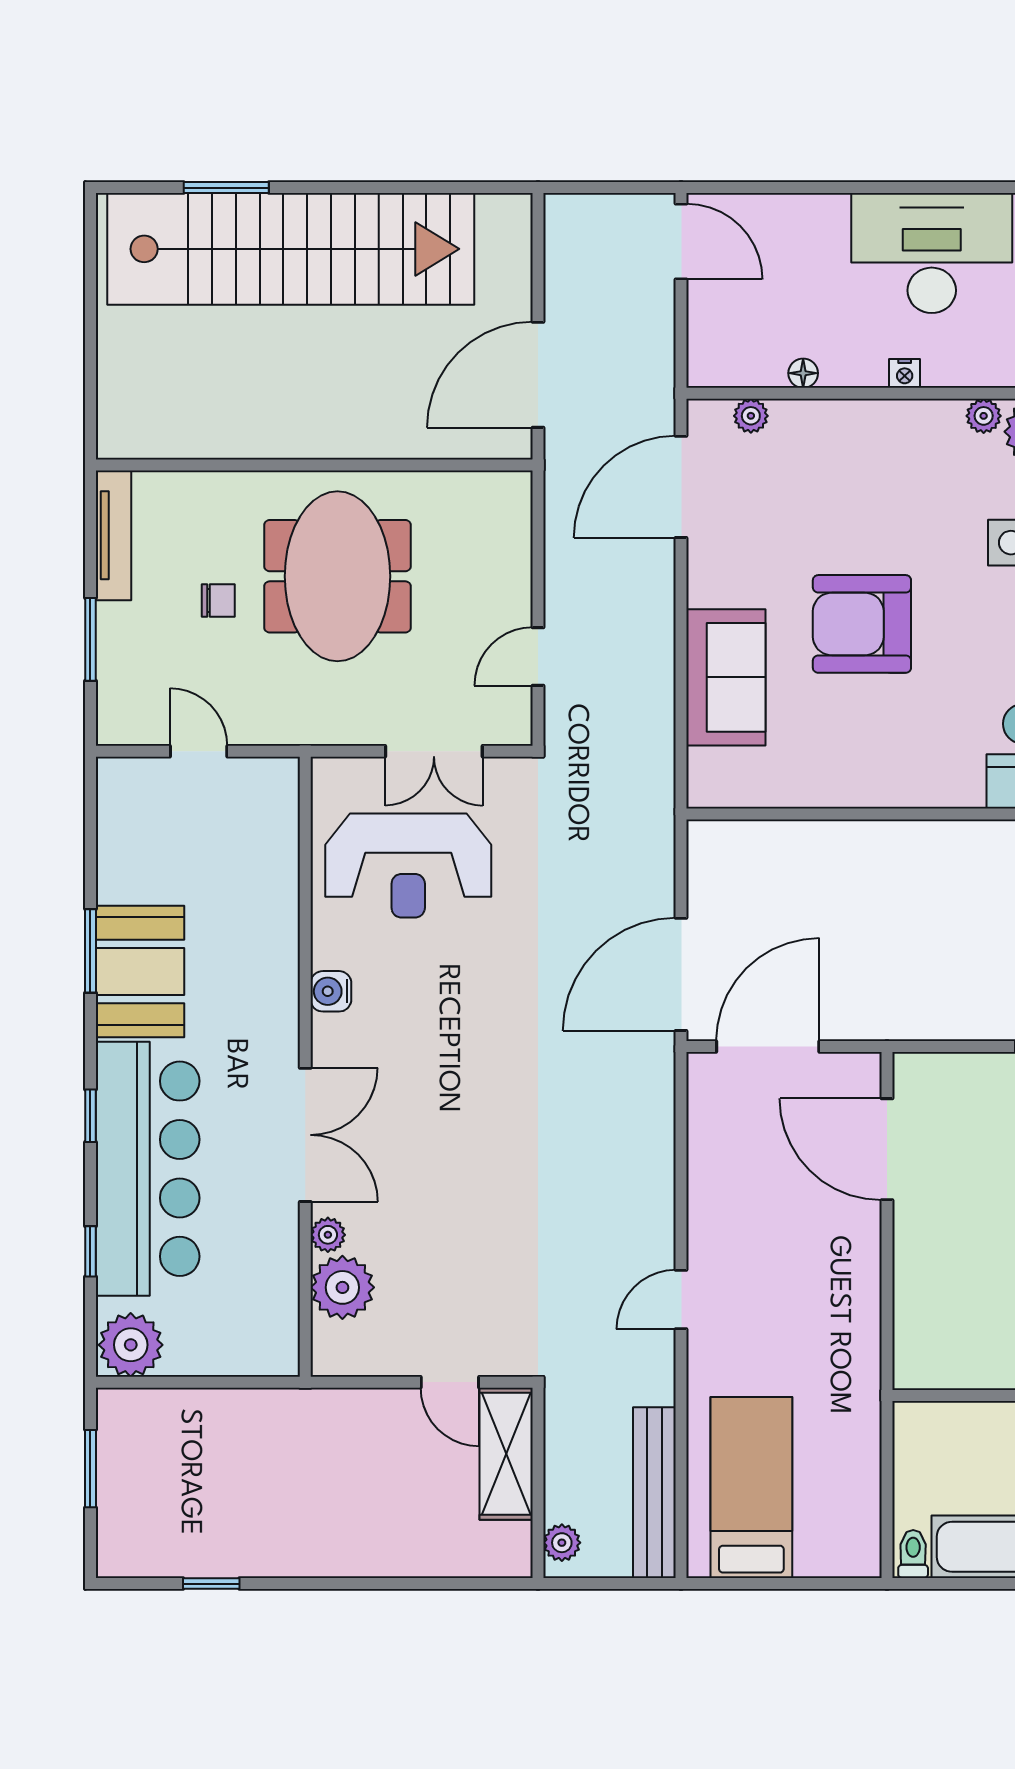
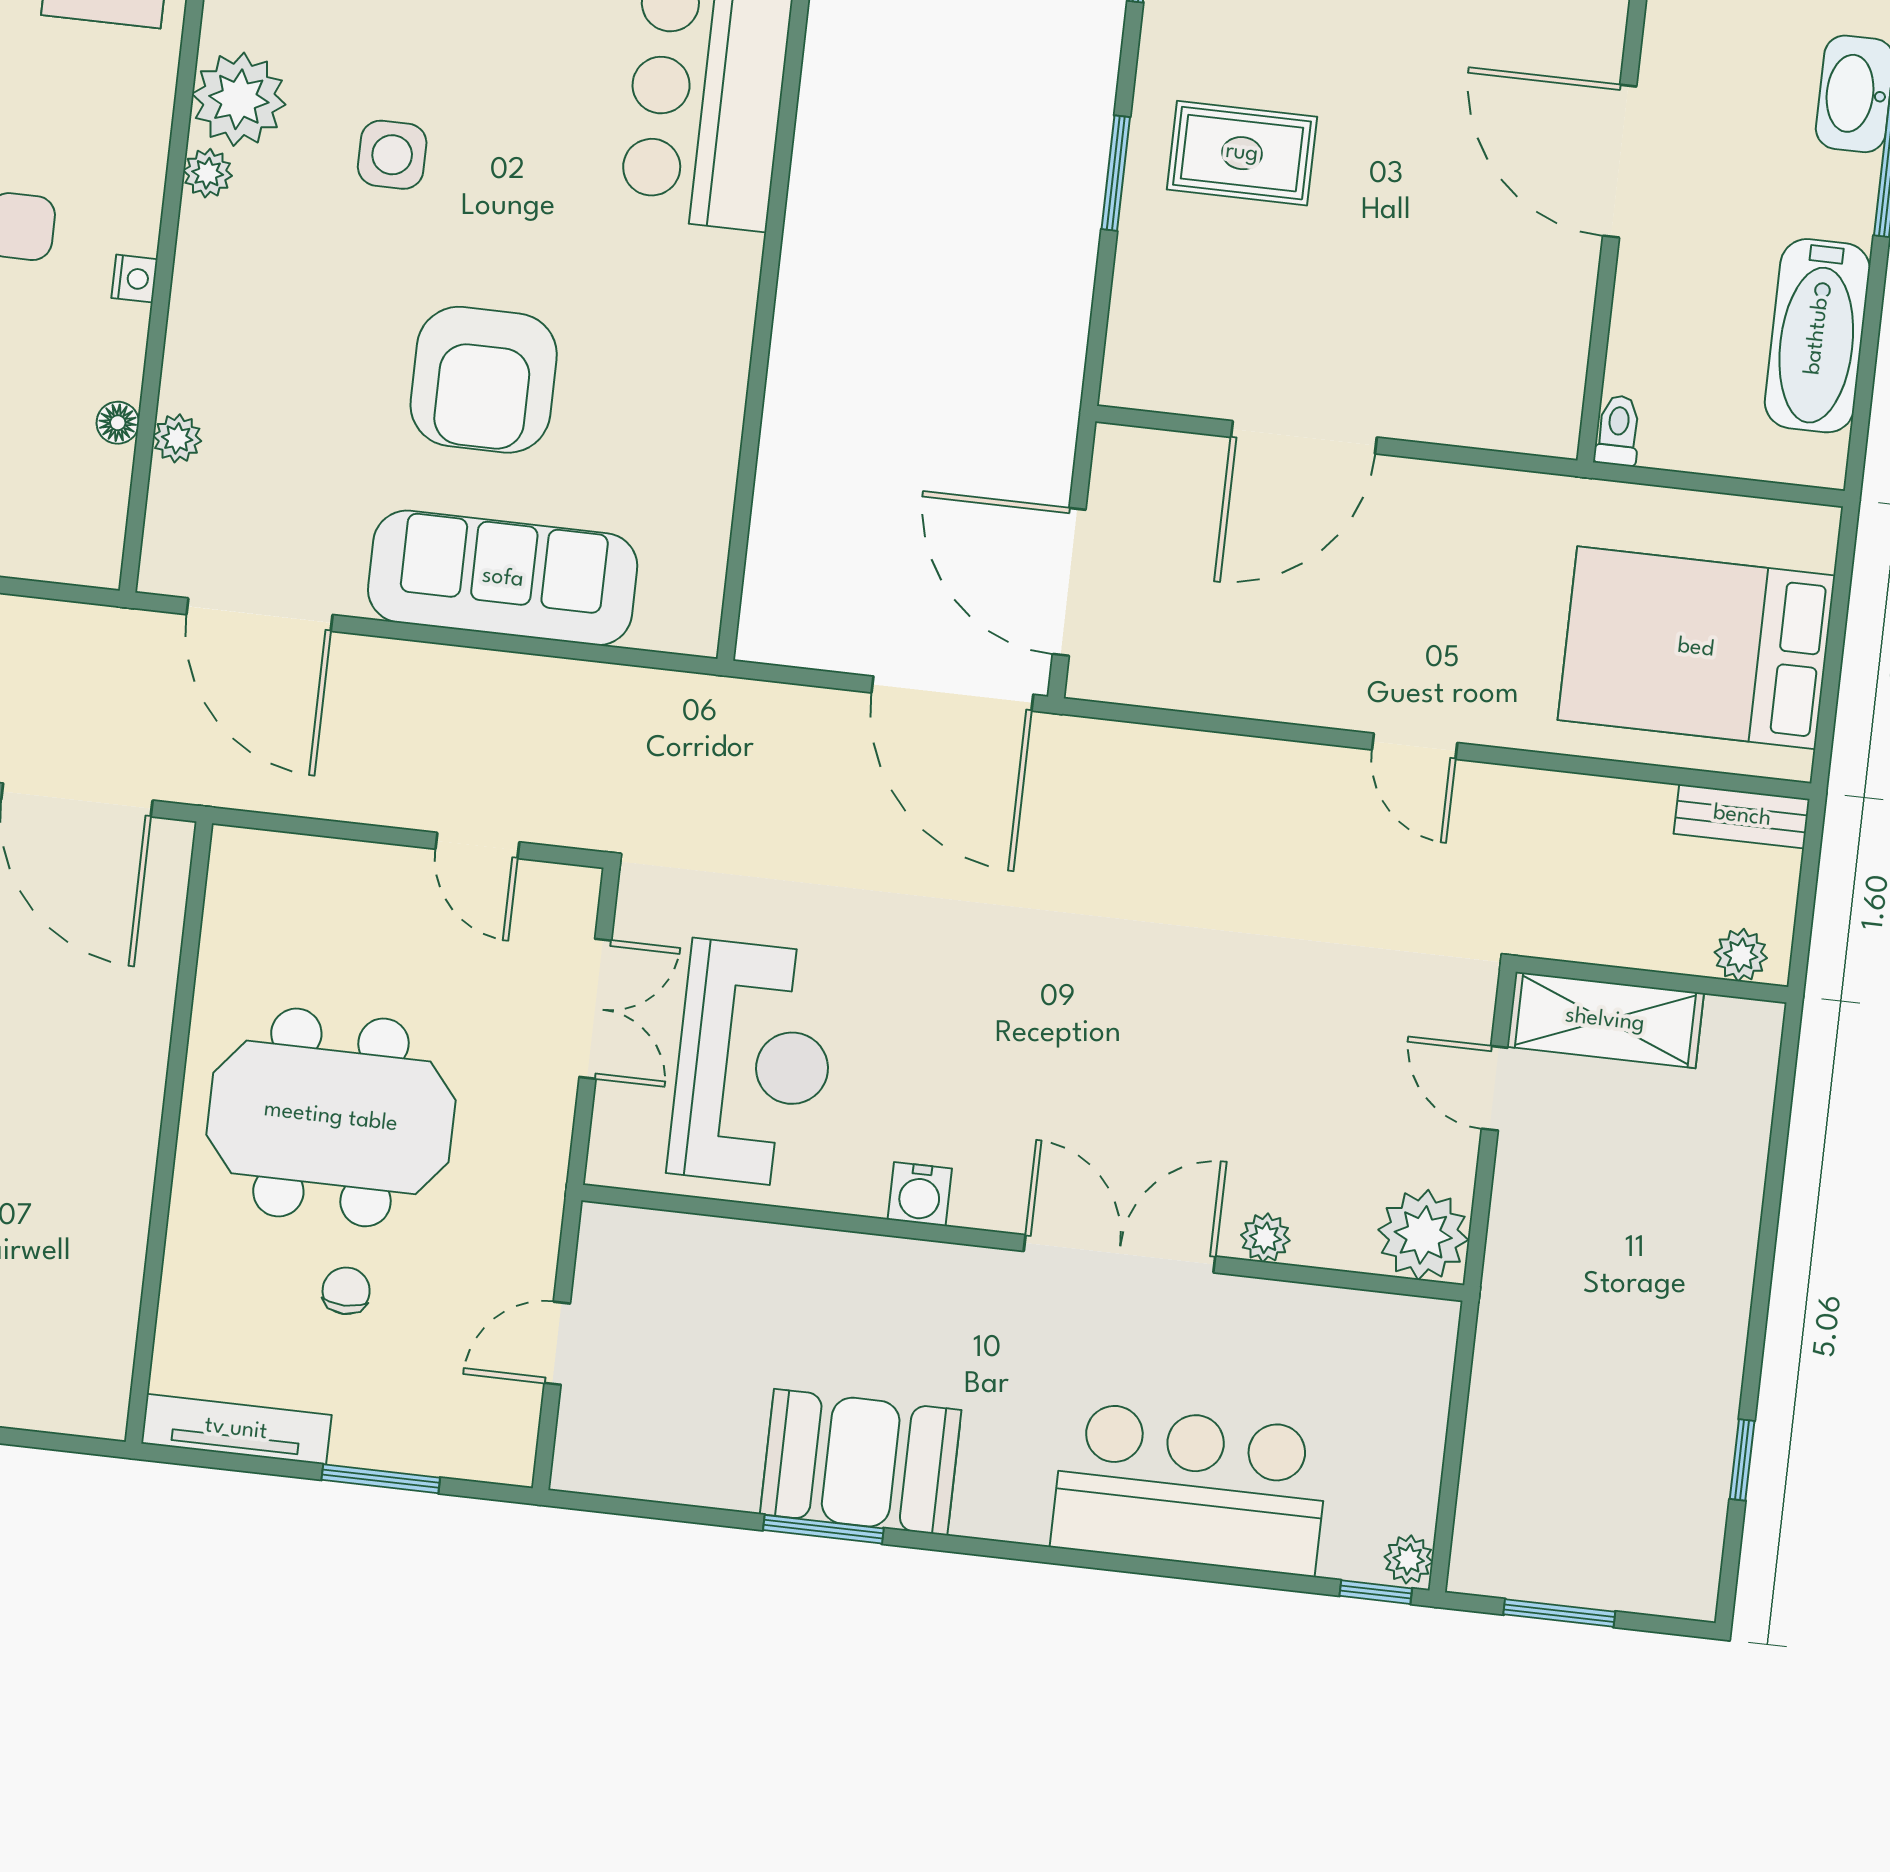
plant: (751, 416) -> (177, 438), moved
sofa: (726, 677) -> (503, 578), width x1.36
window: (90, 1116) -> (1058, 1556), removed
door: (887, 1149) -> (1304, 437), moved
bar counter: (148, 1169) -> (1190, 1489), width x0.73
window: (90, 1251) -> (1376, 1592), moved
plant: (342, 1287) -> (1423, 1235), moved
plant: (131, 1345) -> (1409, 1559), width x0.53, depth x0.53
door: (450, 1382) -> (1495, 1088), swing flipped
bed: (751, 1488) -> (1696, 648), width x1.50
bench: (654, 1493) -> (1742, 816), width x0.54, depth x0.82
toilet: (913, 1554) -> (1618, 431), moved, turned 90

